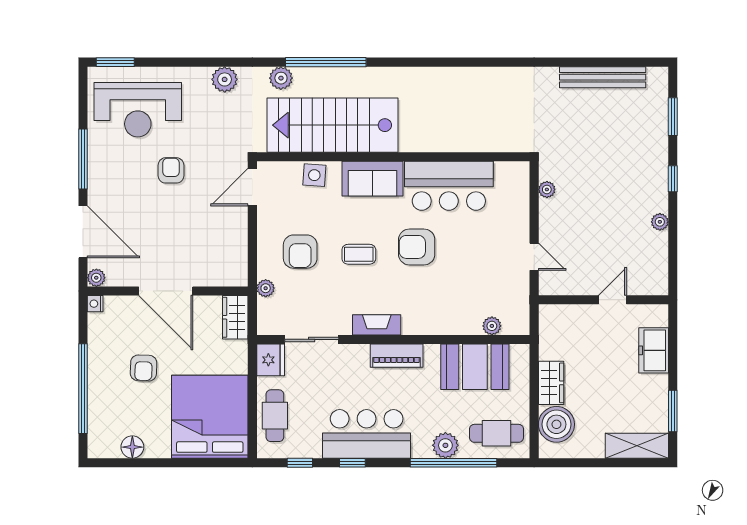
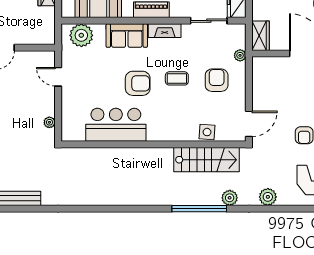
stairs: (333, 125) -> (207, 160), width x0.73, depth x0.66
sofa: (373, 179) -> (127, 36), moved, turned 180
plant: (492, 326) -> (81, 35), width x1.88, depth x1.88

